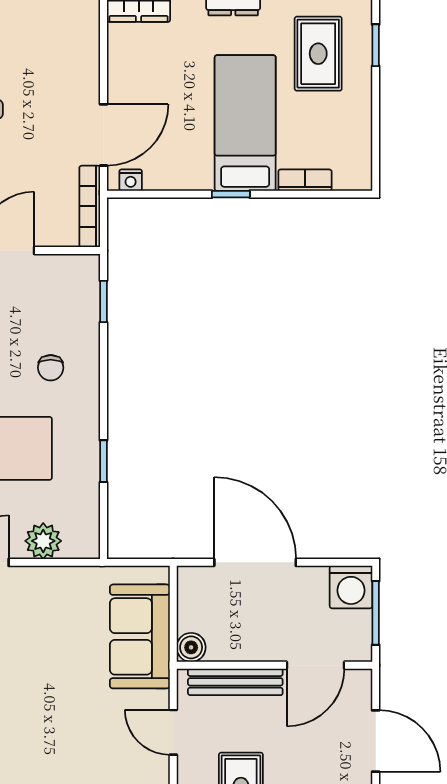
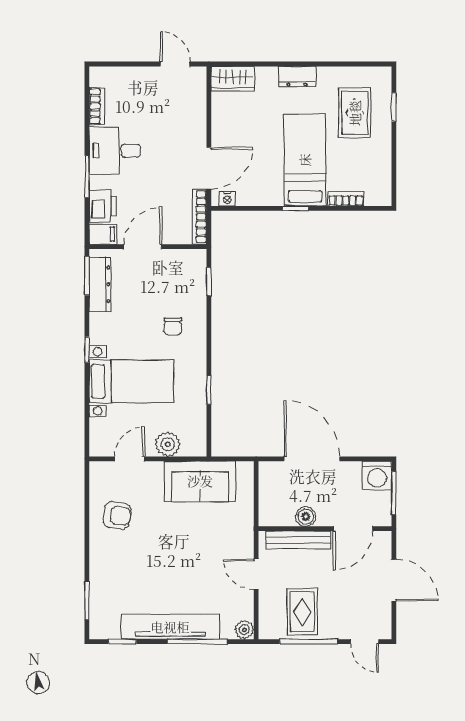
sofa: (140, 636) -> (200, 481), moved, turned -90
boiler: (191, 647) -> (306, 517), moved

